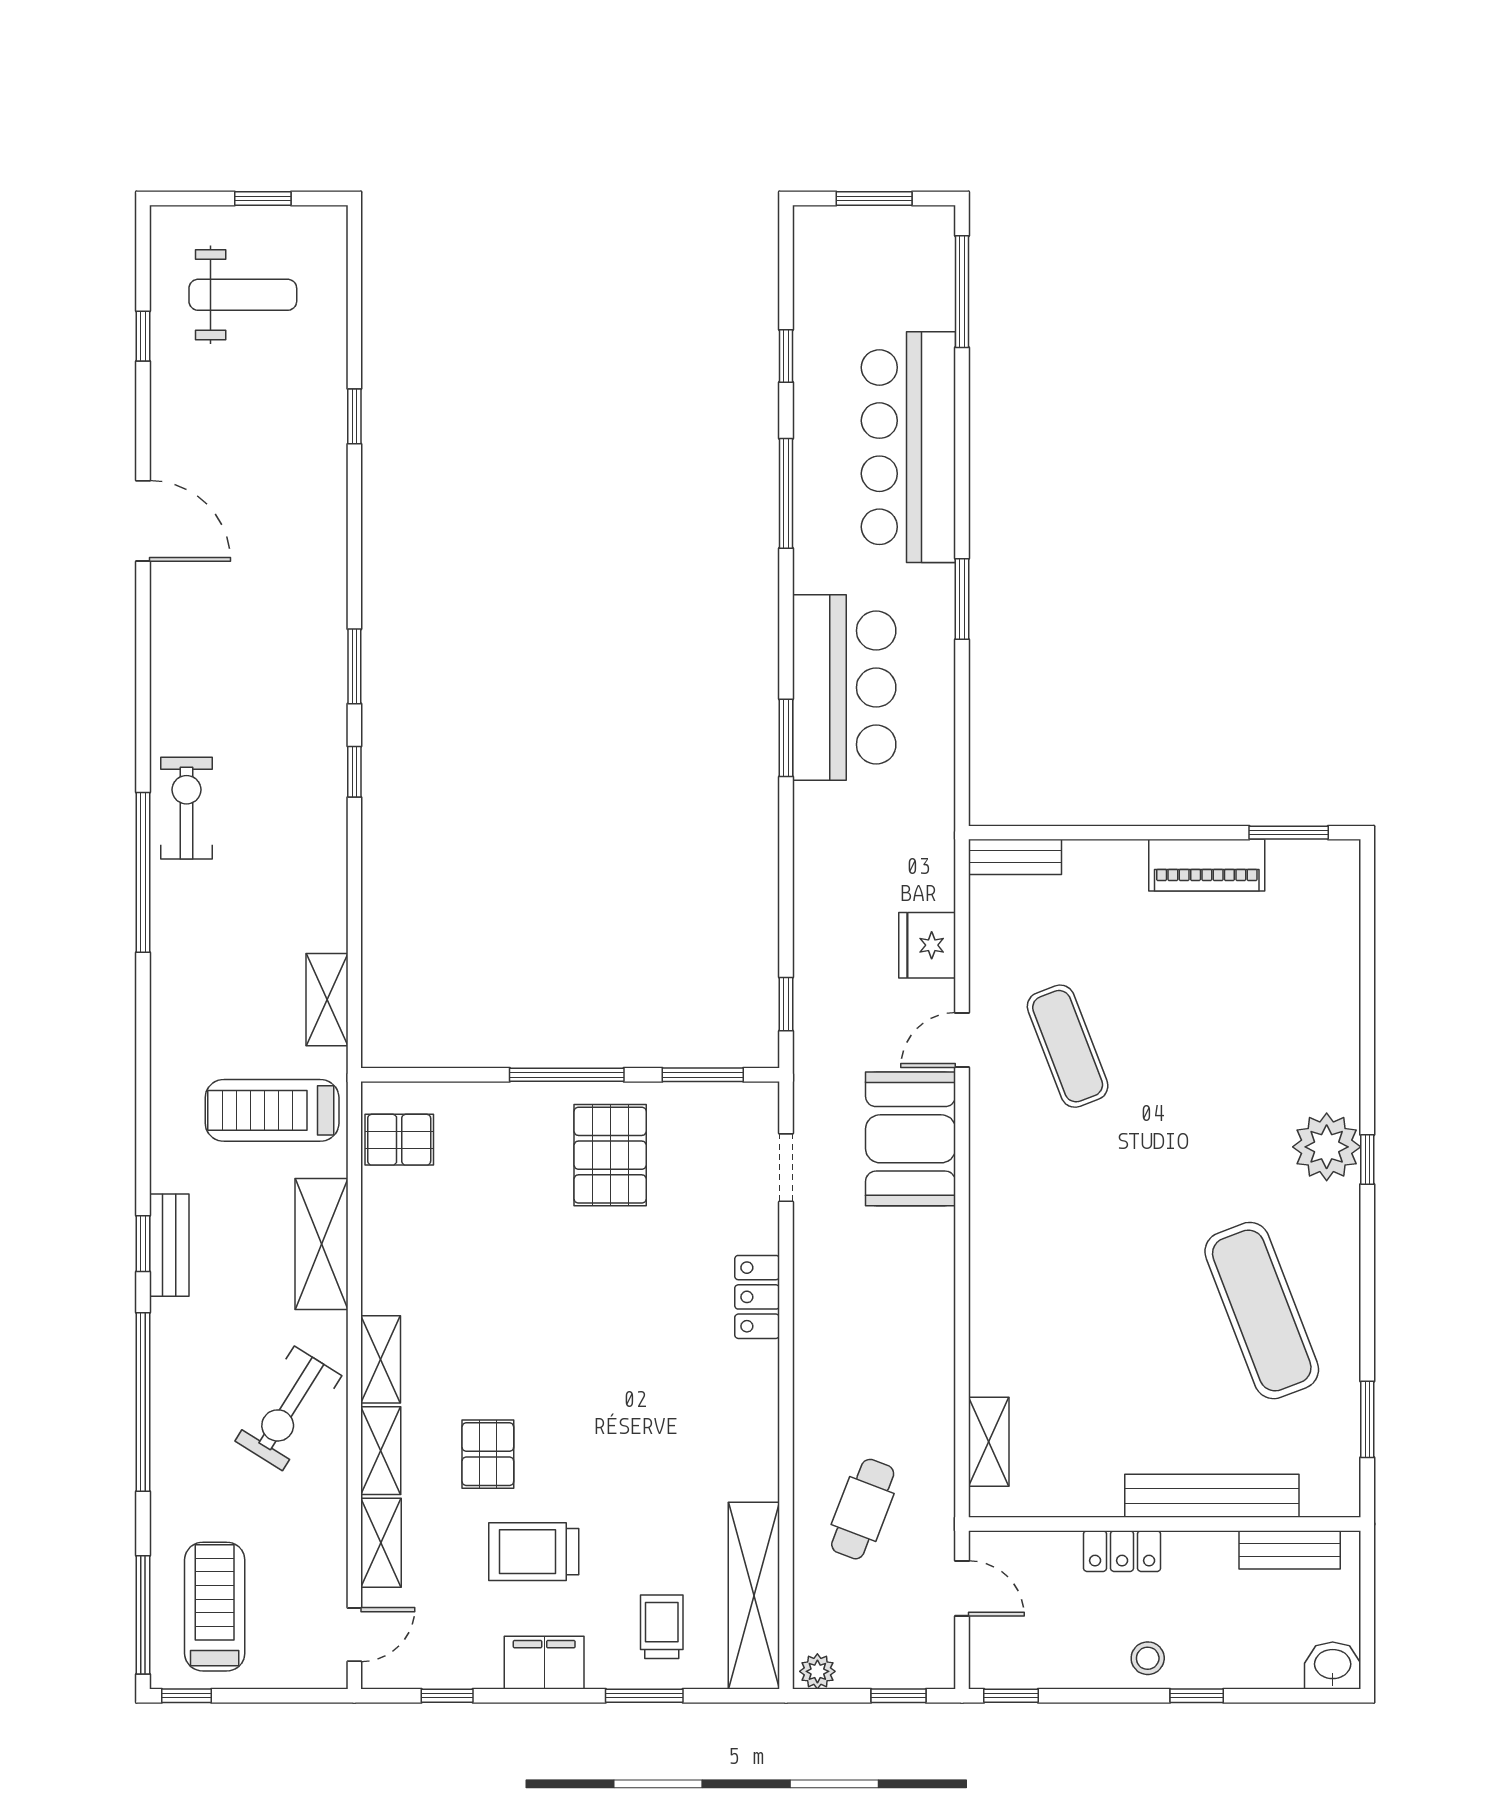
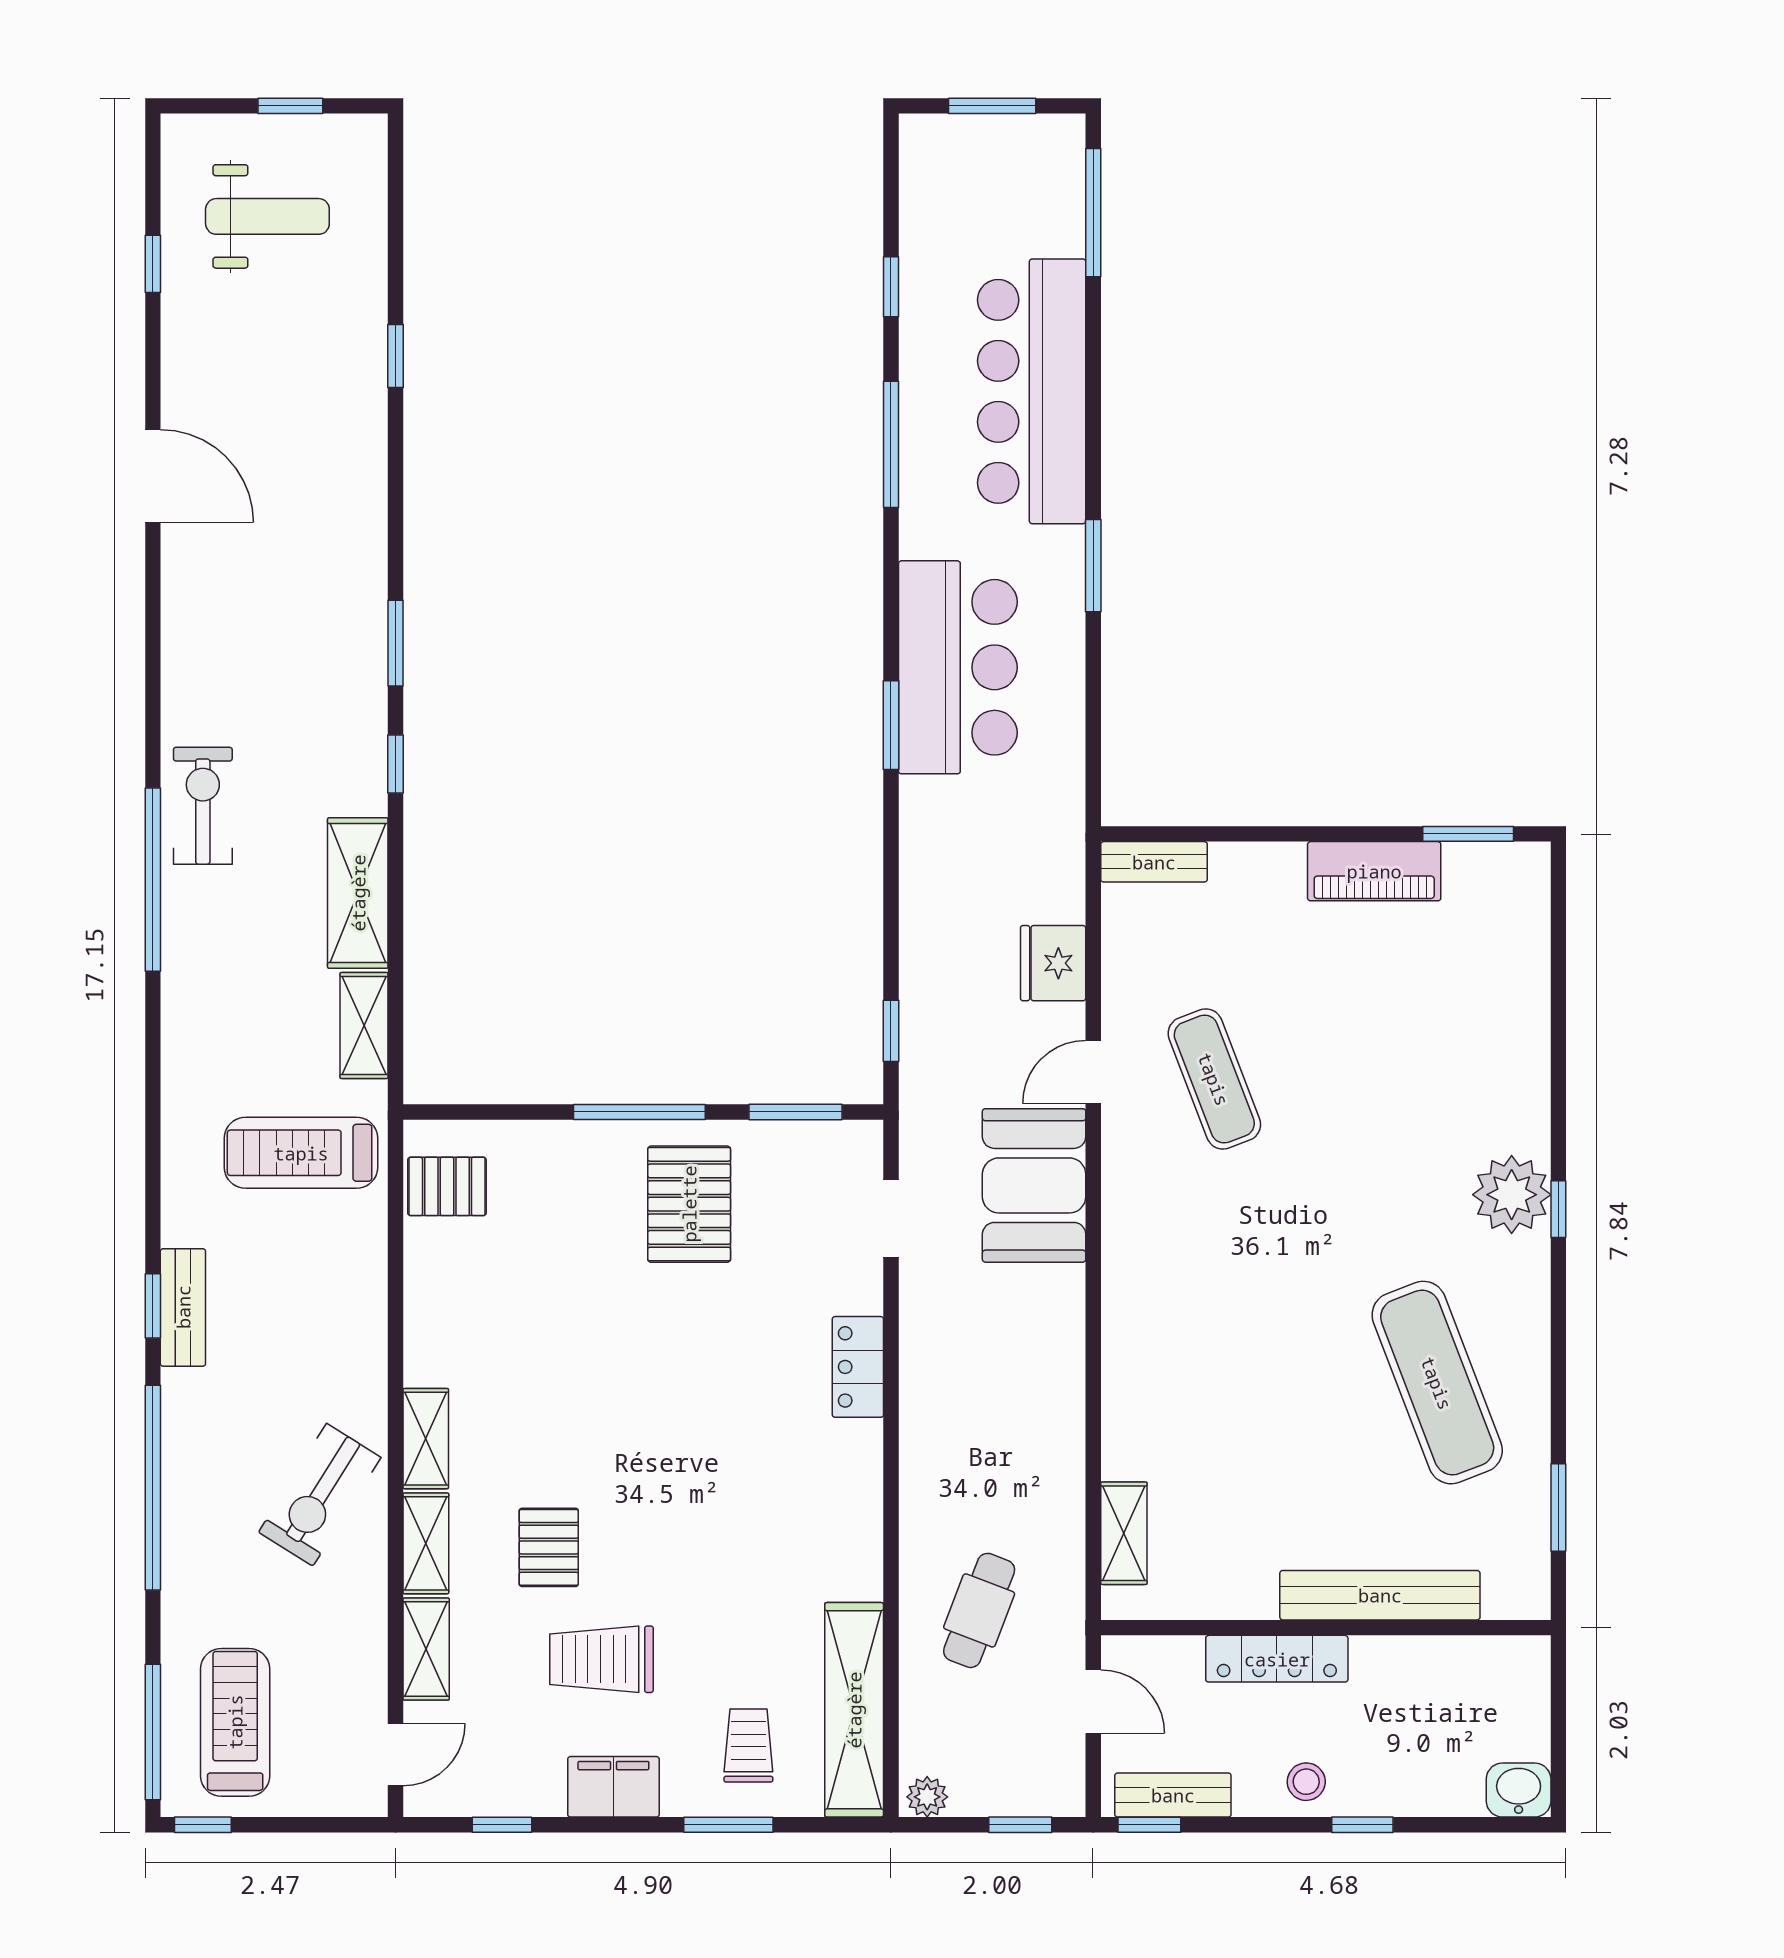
shelving: (322, 1244) -> (358, 893), moved
bench: (1290, 1550) -> (1173, 1795), moved
locker: (1122, 1551) -> (1277, 1659), width x1.53

